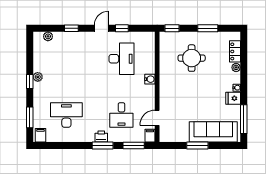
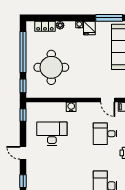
window: (122, 28) -> (23, 115), moved
window: (208, 28) -> (23, 52), width x2.11
round table: (192, 58) -> (51, 67), width x1.36, depth x1.36
desk: (121, 115) -> (105, 134), turned 180

